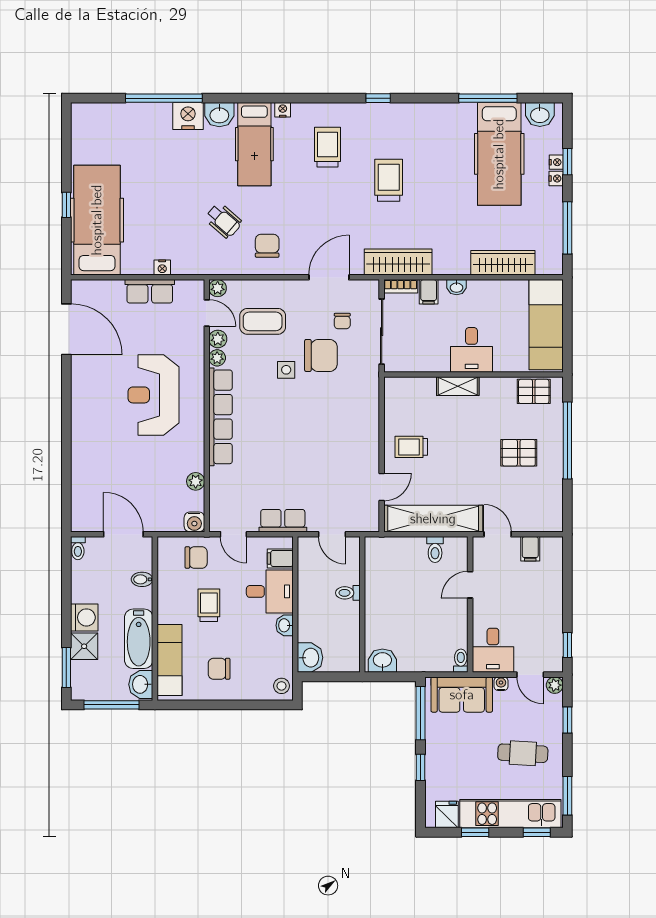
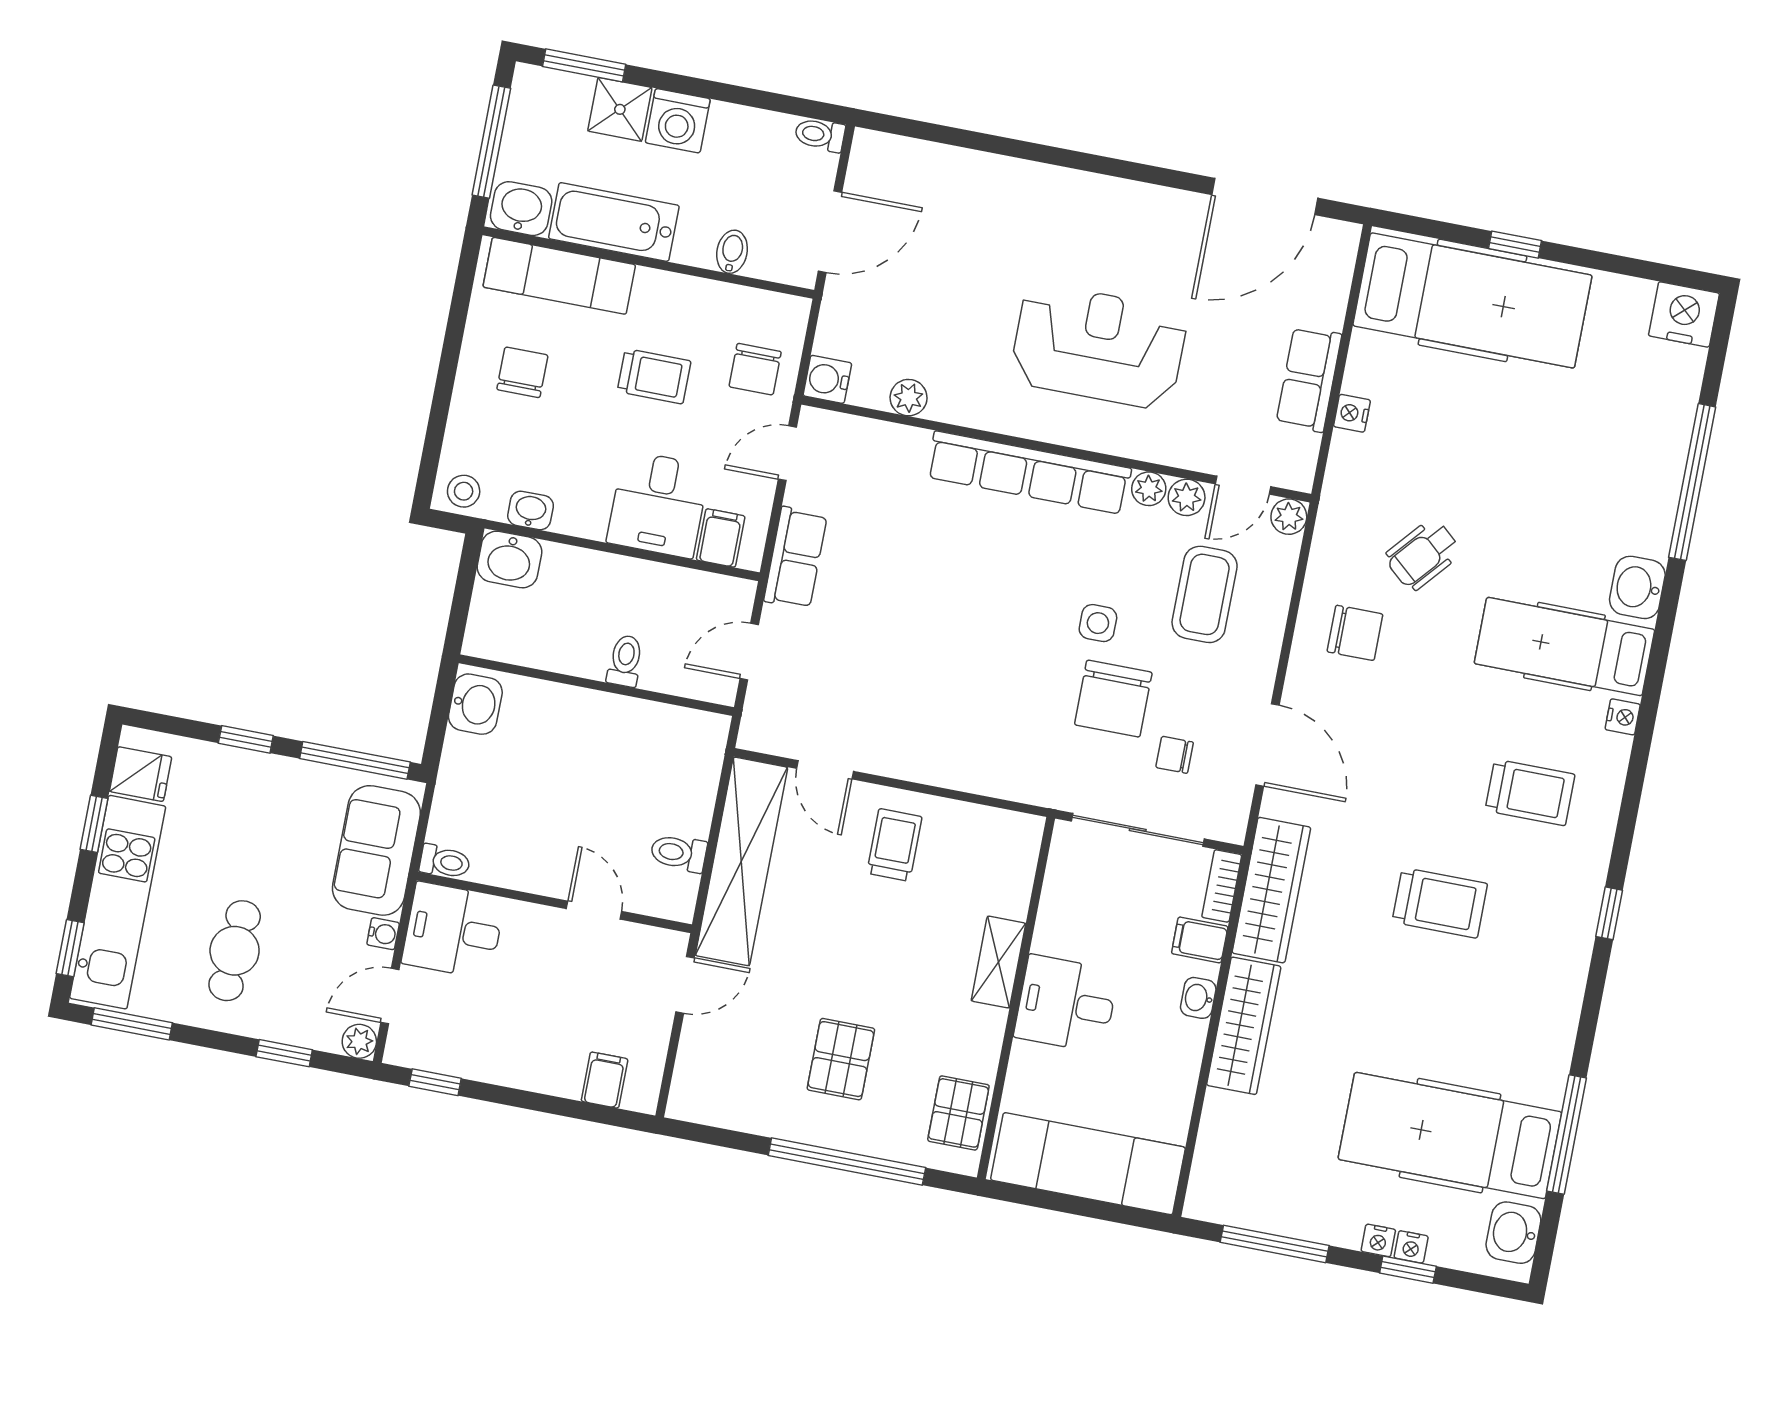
nightstand: (188, 116) -> (1684, 314), moved, turned -90
wardrobe: (503, 263) -> (1244, 1026), moved
filing cabinet: (530, 549) -> (605, 1080), moved, turned 90
washbasin: (285, 625) -> (531, 510), moved

